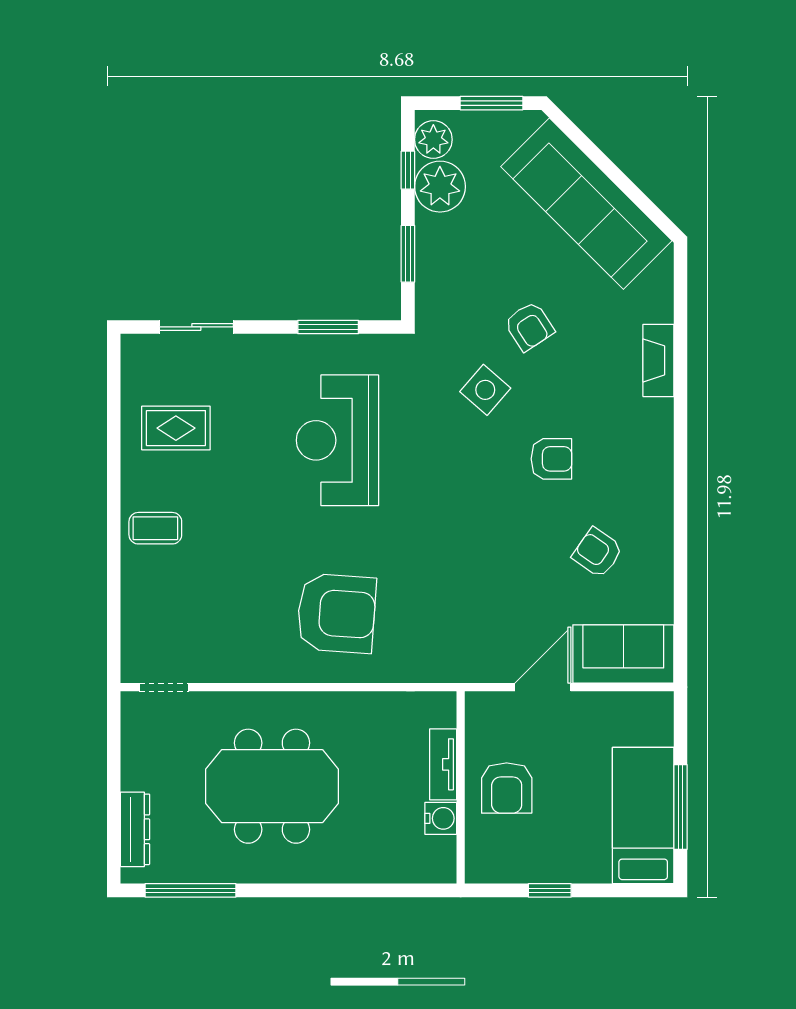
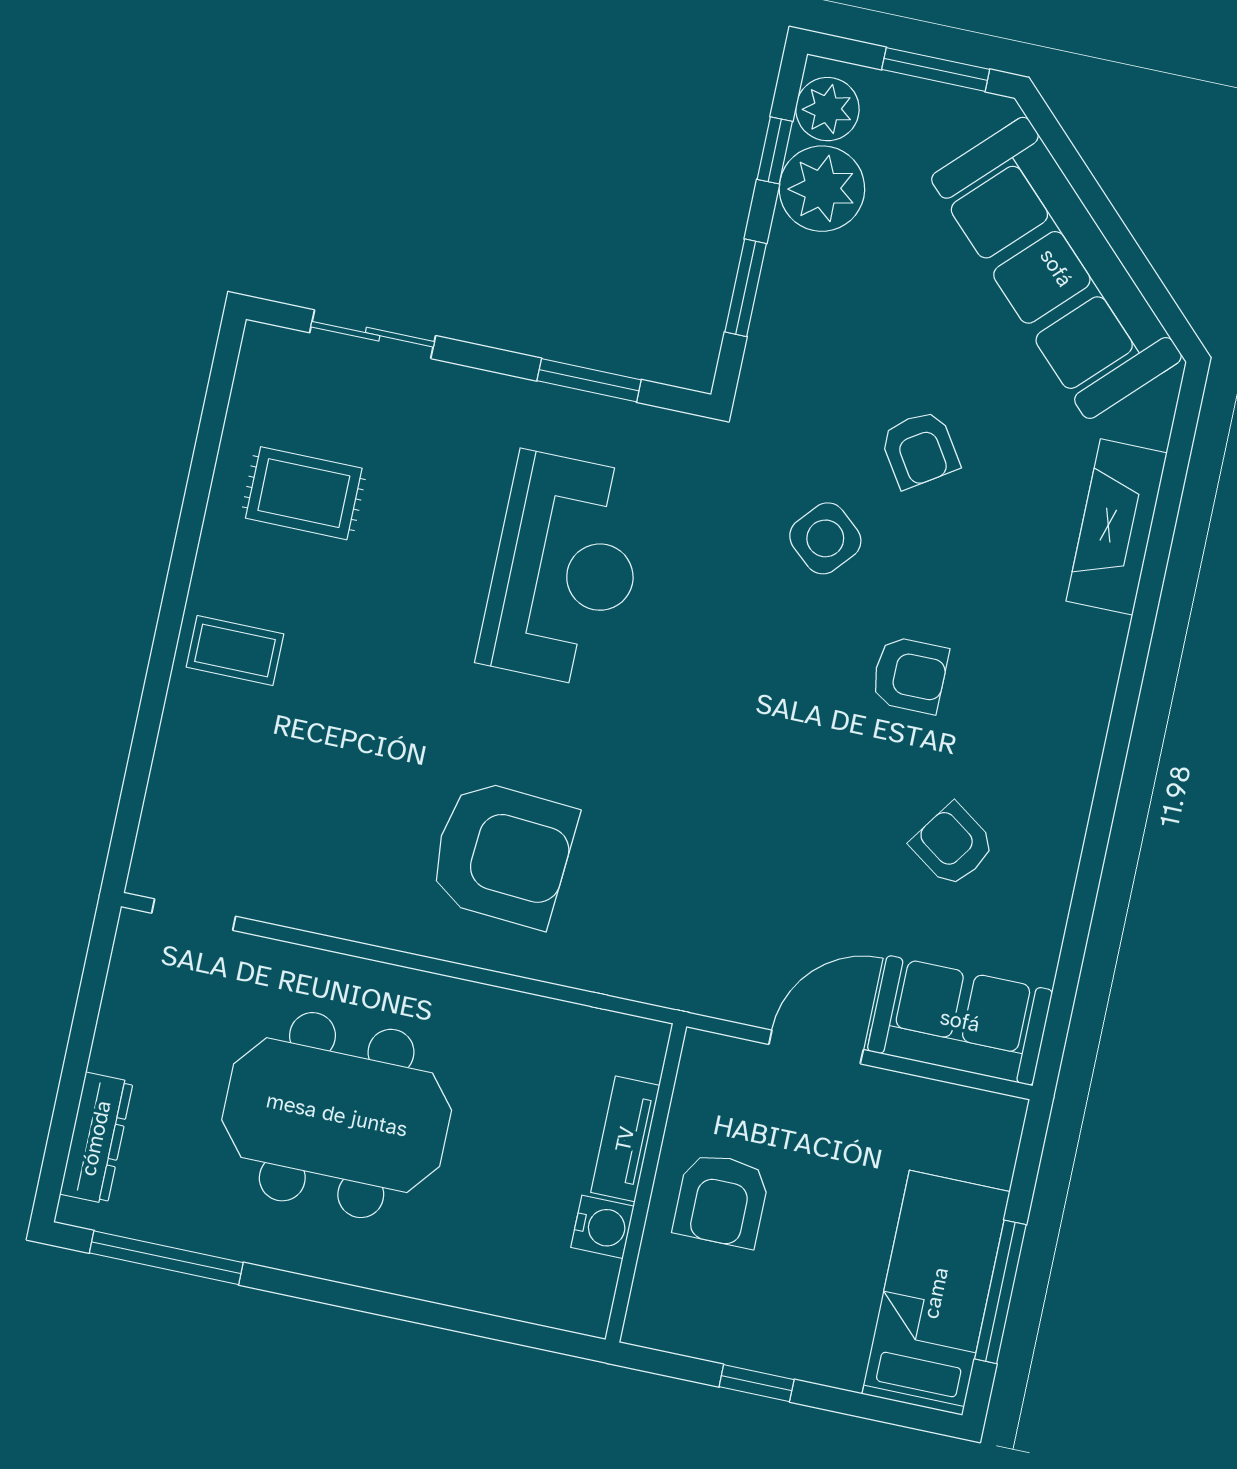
fireplace: (658, 360) -> (1117, 527), width x1.37, depth x1.32
reception desk: (337, 440) -> (565, 570), turned 180

